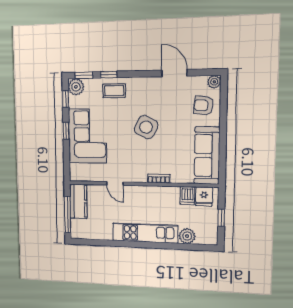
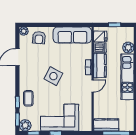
door: (115, 183) -> (93, 86), moved
kitchen counter: (161, 195) -> (100, 66), added

